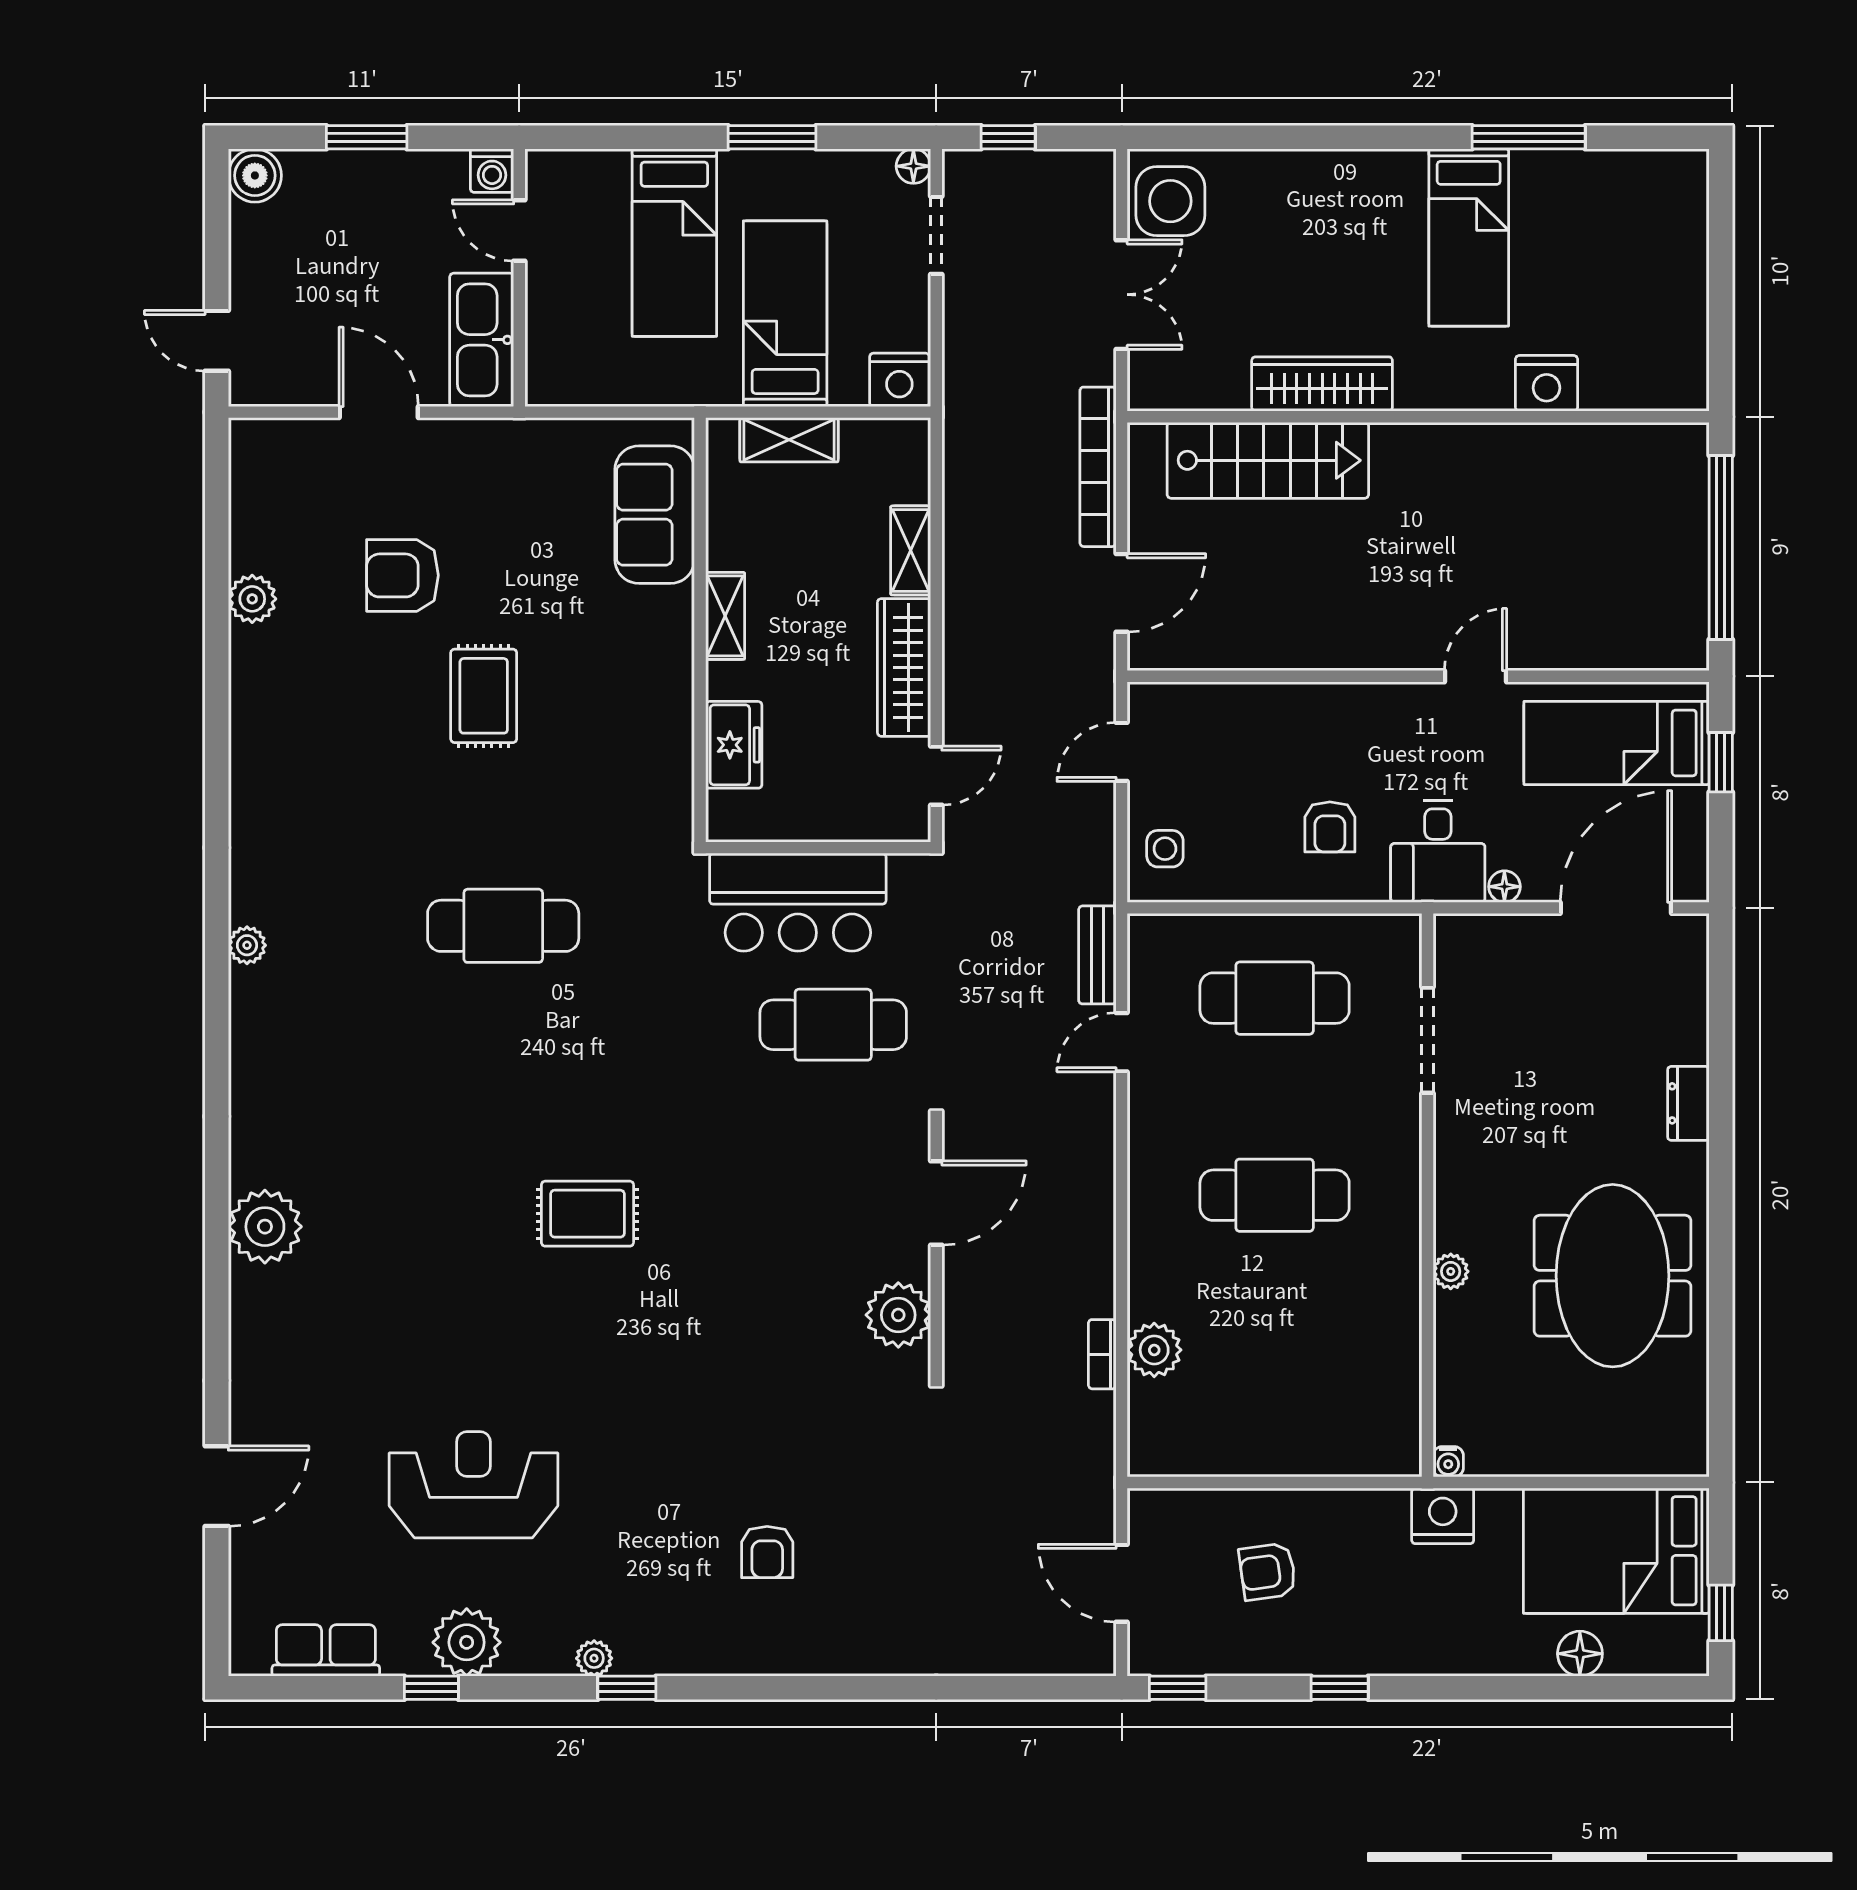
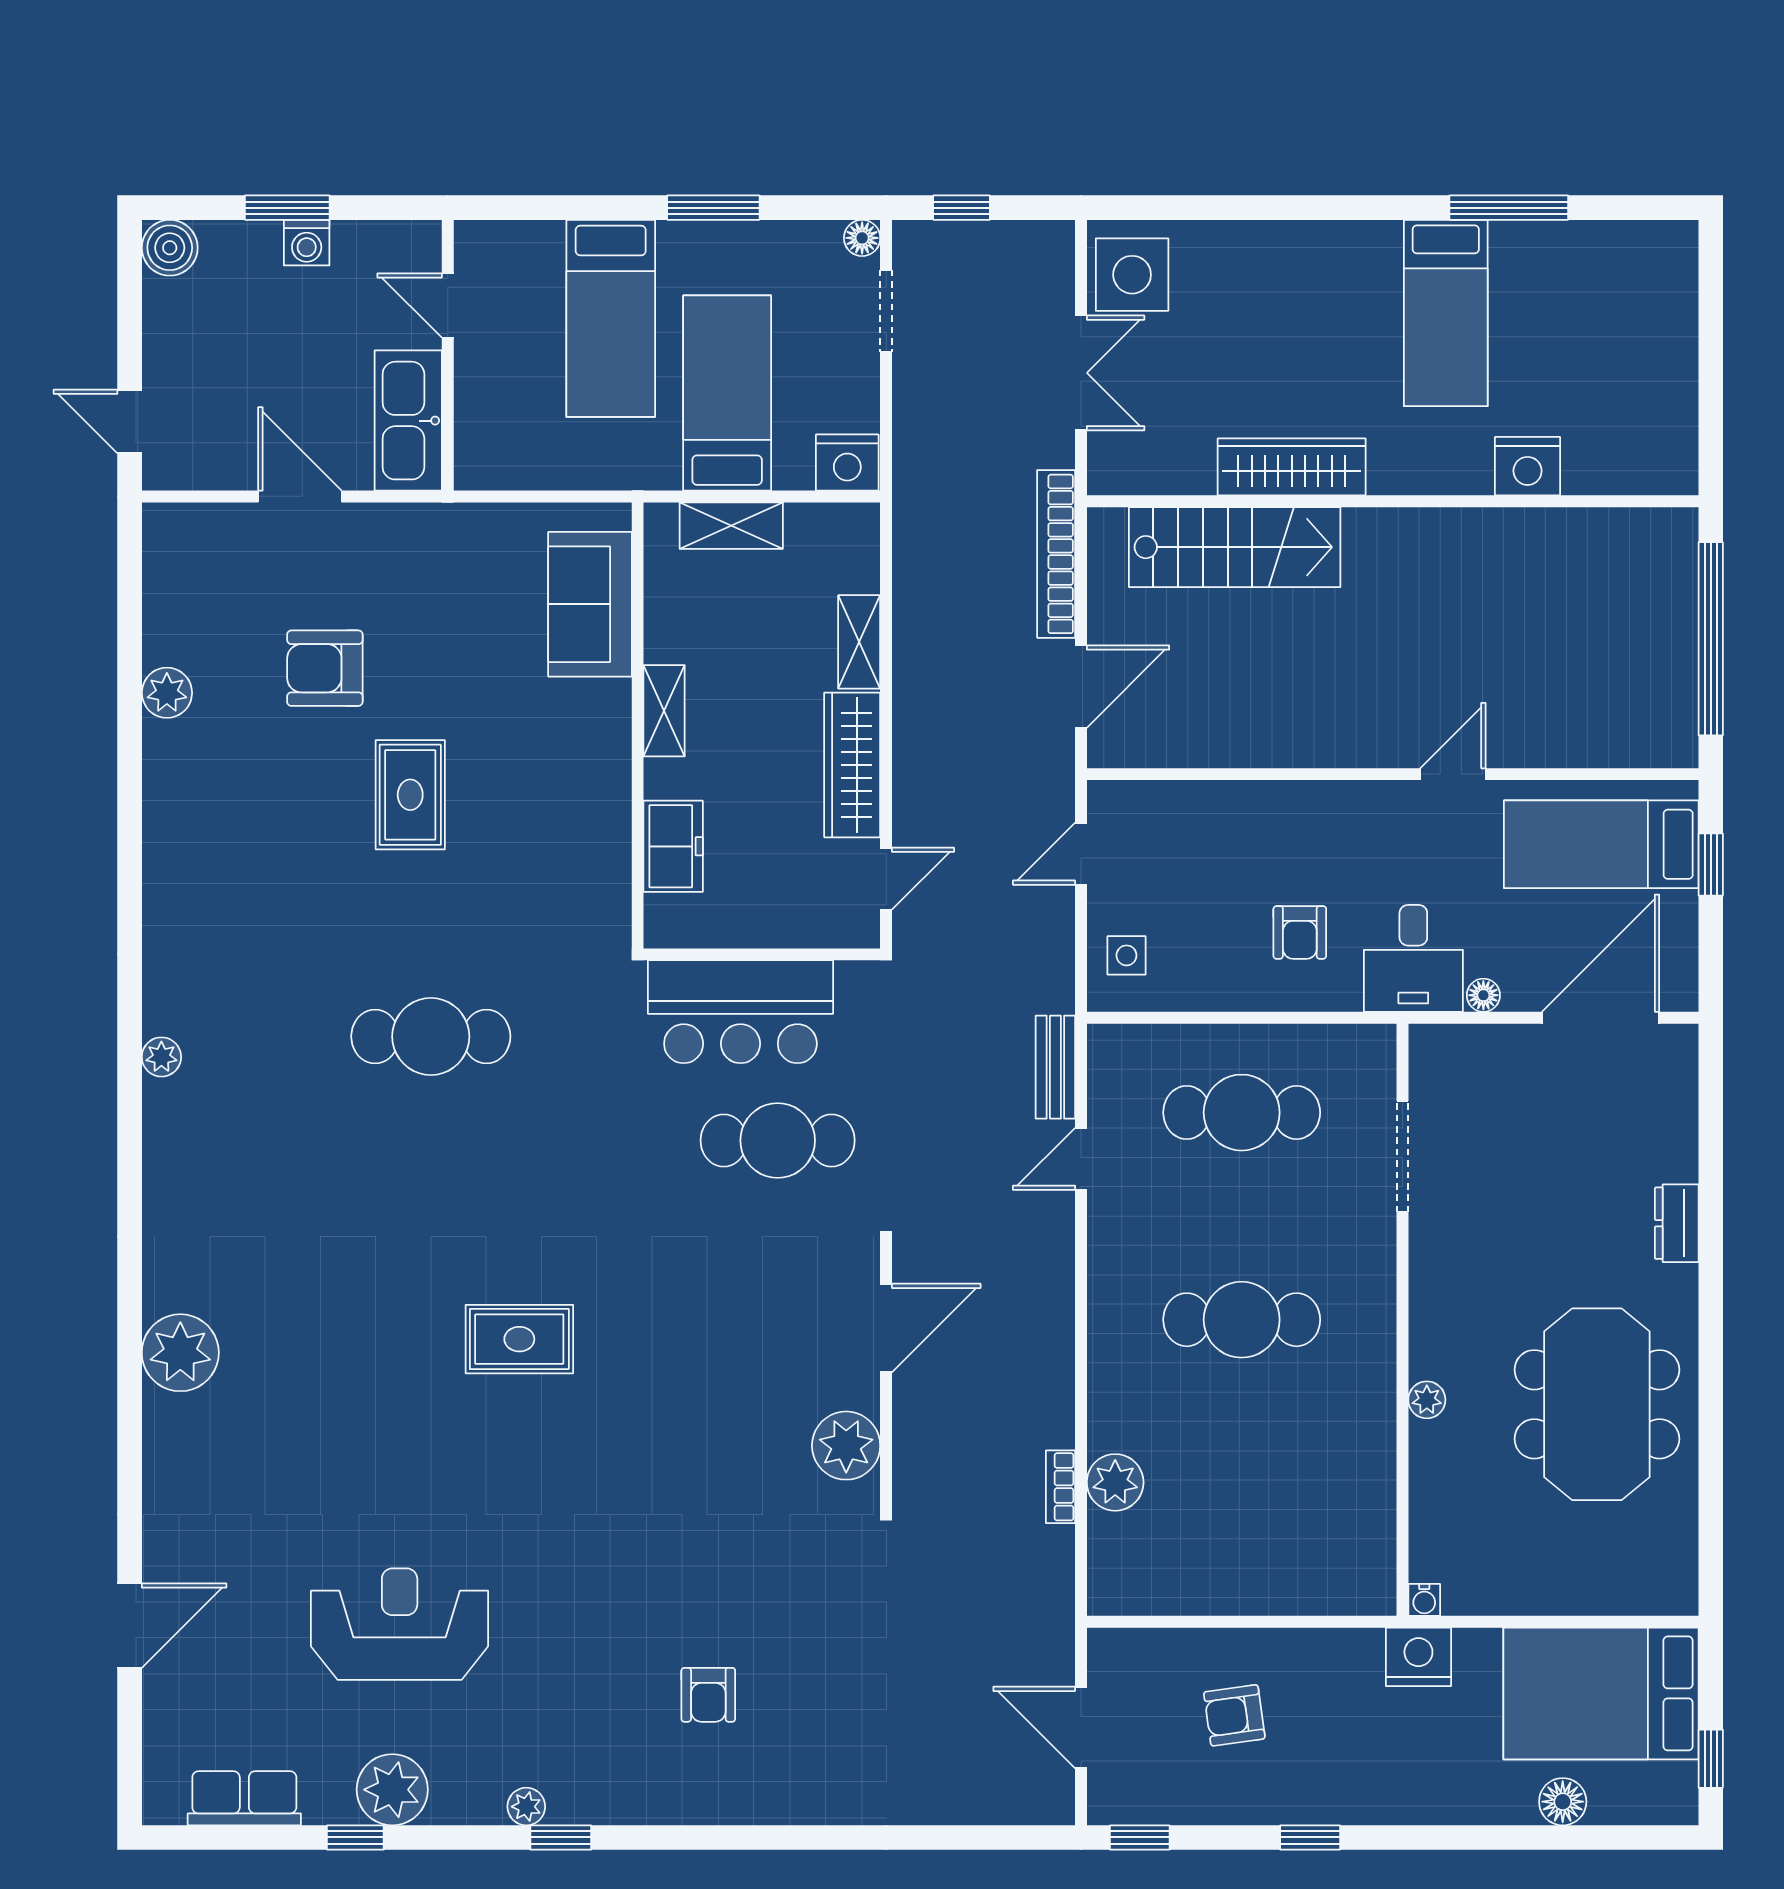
washing machine: (492, 171) -> (307, 243), moved

